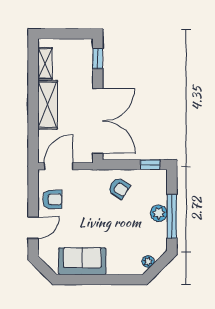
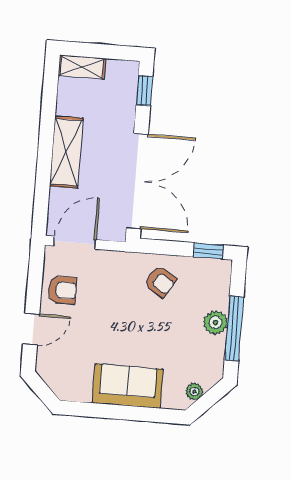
shelving: (45, 63) -> (82, 67), moved, turned 90
sofa: (82, 261) -> (128, 386), moved

